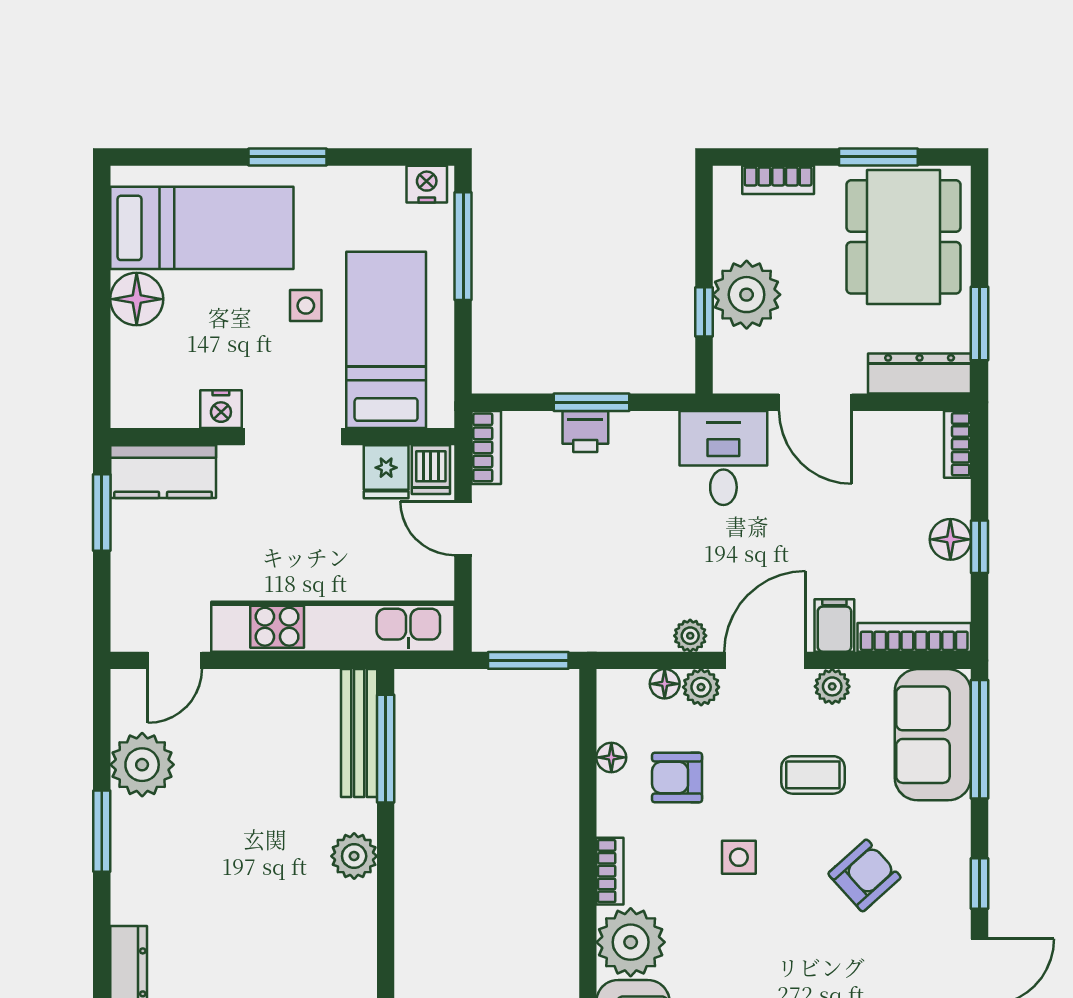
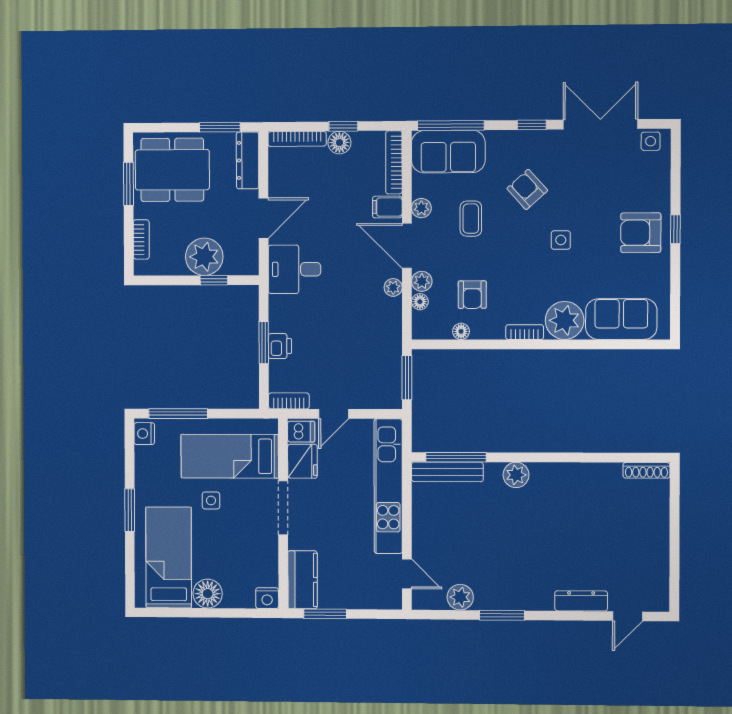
nightstand: (221, 409) -> (267, 598), moved, turned 90
bookcase: (957, 444) -> (297, 139), width x1.56
fridge: (386, 472) -> (302, 461), width x1.38
plant: (142, 765) -> (460, 597), width x0.73, depth x0.73
side table: (739, 857) -> (561, 240), moved

